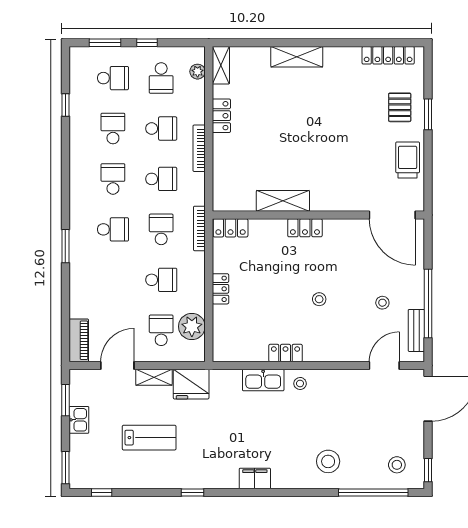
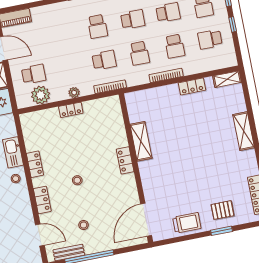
plant: (198, 72) -> (74, 93), moved
locker: (231, 228) -> (42, 200), moved, turned 180
school desk: (161, 280) -> (69, 67), removed

